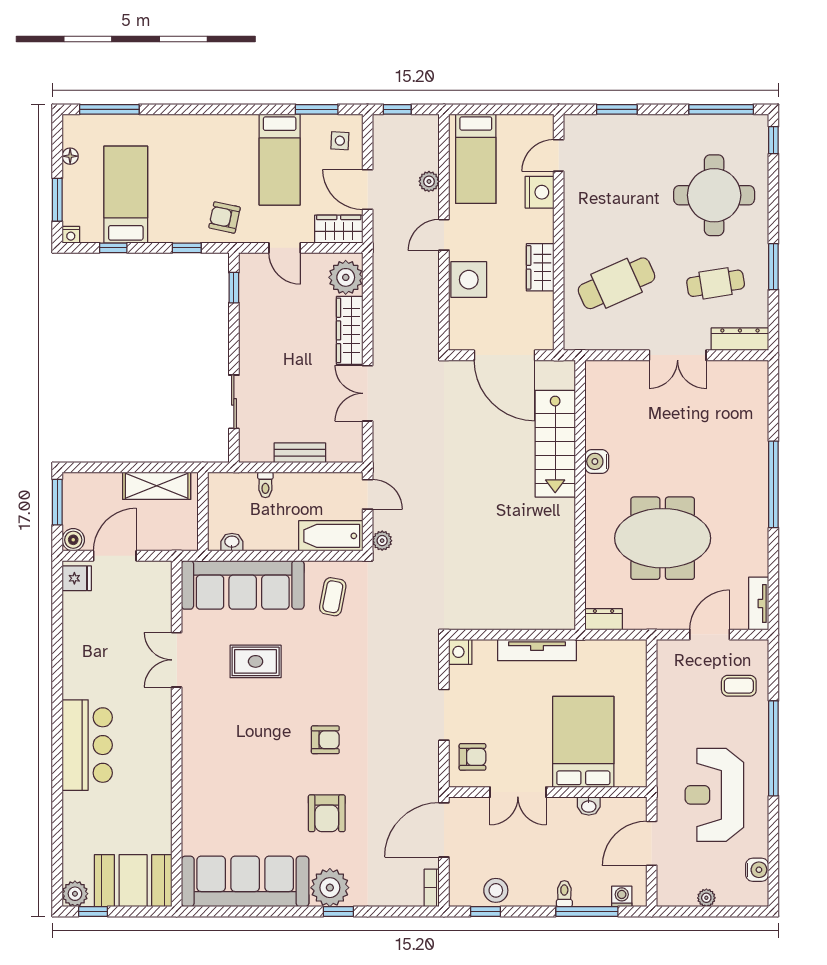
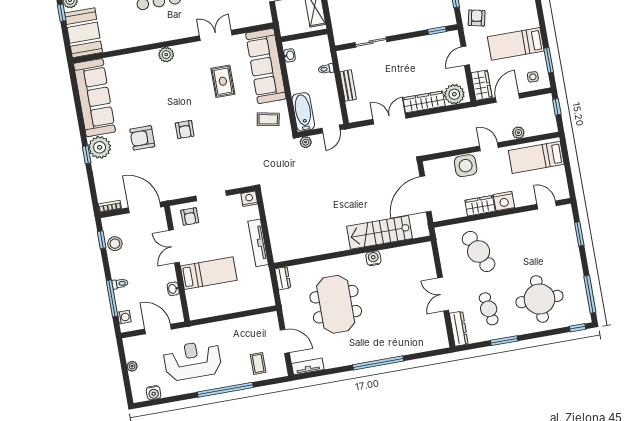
nightstand: (540, 192) -> (504, 201), moved
bed: (583, 742) -> (209, 273), width x0.67
plant: (194, 749) -> (166, 55), added

